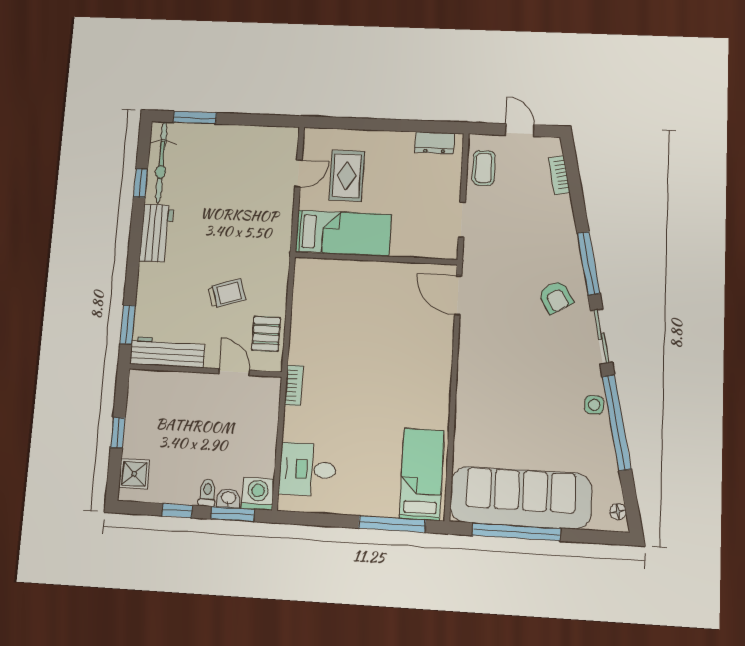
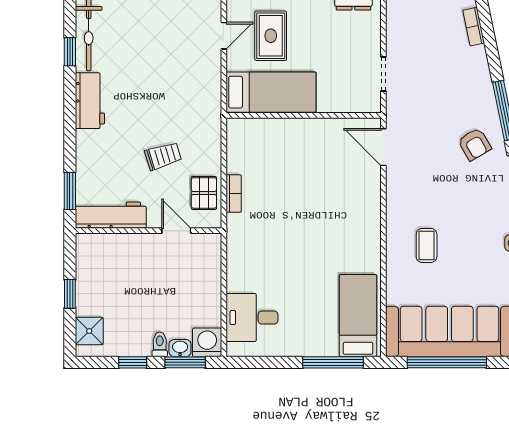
coffee table: (484, 168) -> (427, 245), moved
bookcase: (294, 385) -> (234, 194), moved

